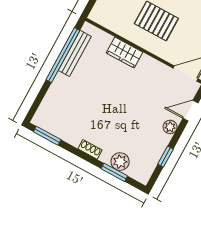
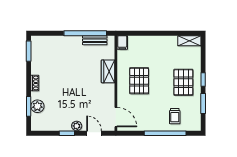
filing cabinet: (99, 16) -> (122, 43), added
bench: (75, 53) -> (95, 40), width x0.73
window: (165, 157) -> (67, 133), moved

